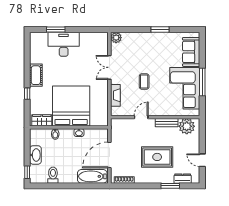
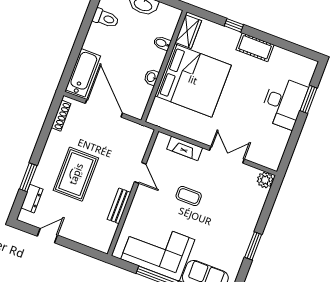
plant: (187, 126) -> (103, 232), removed

